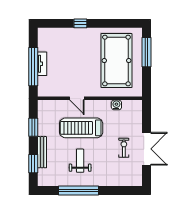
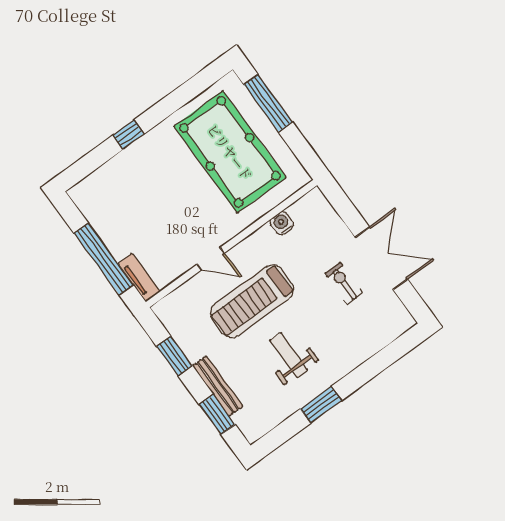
tv unit: (42, 64) -> (139, 278), moved
window: (78, 190) -> (321, 405), width x0.47

